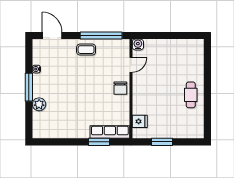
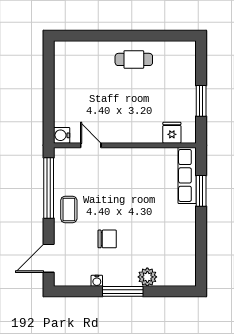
chair: (120, 88) -> (107, 239), moved

